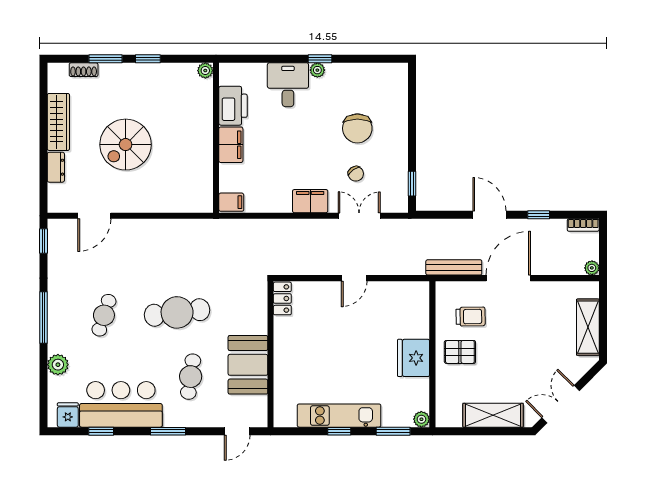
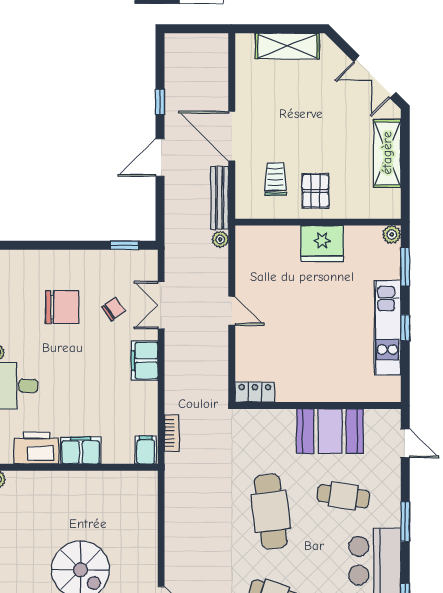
bookcase: (583, 225) -> (172, 433), moved
plant: (592, 268) -> (220, 239), moved

